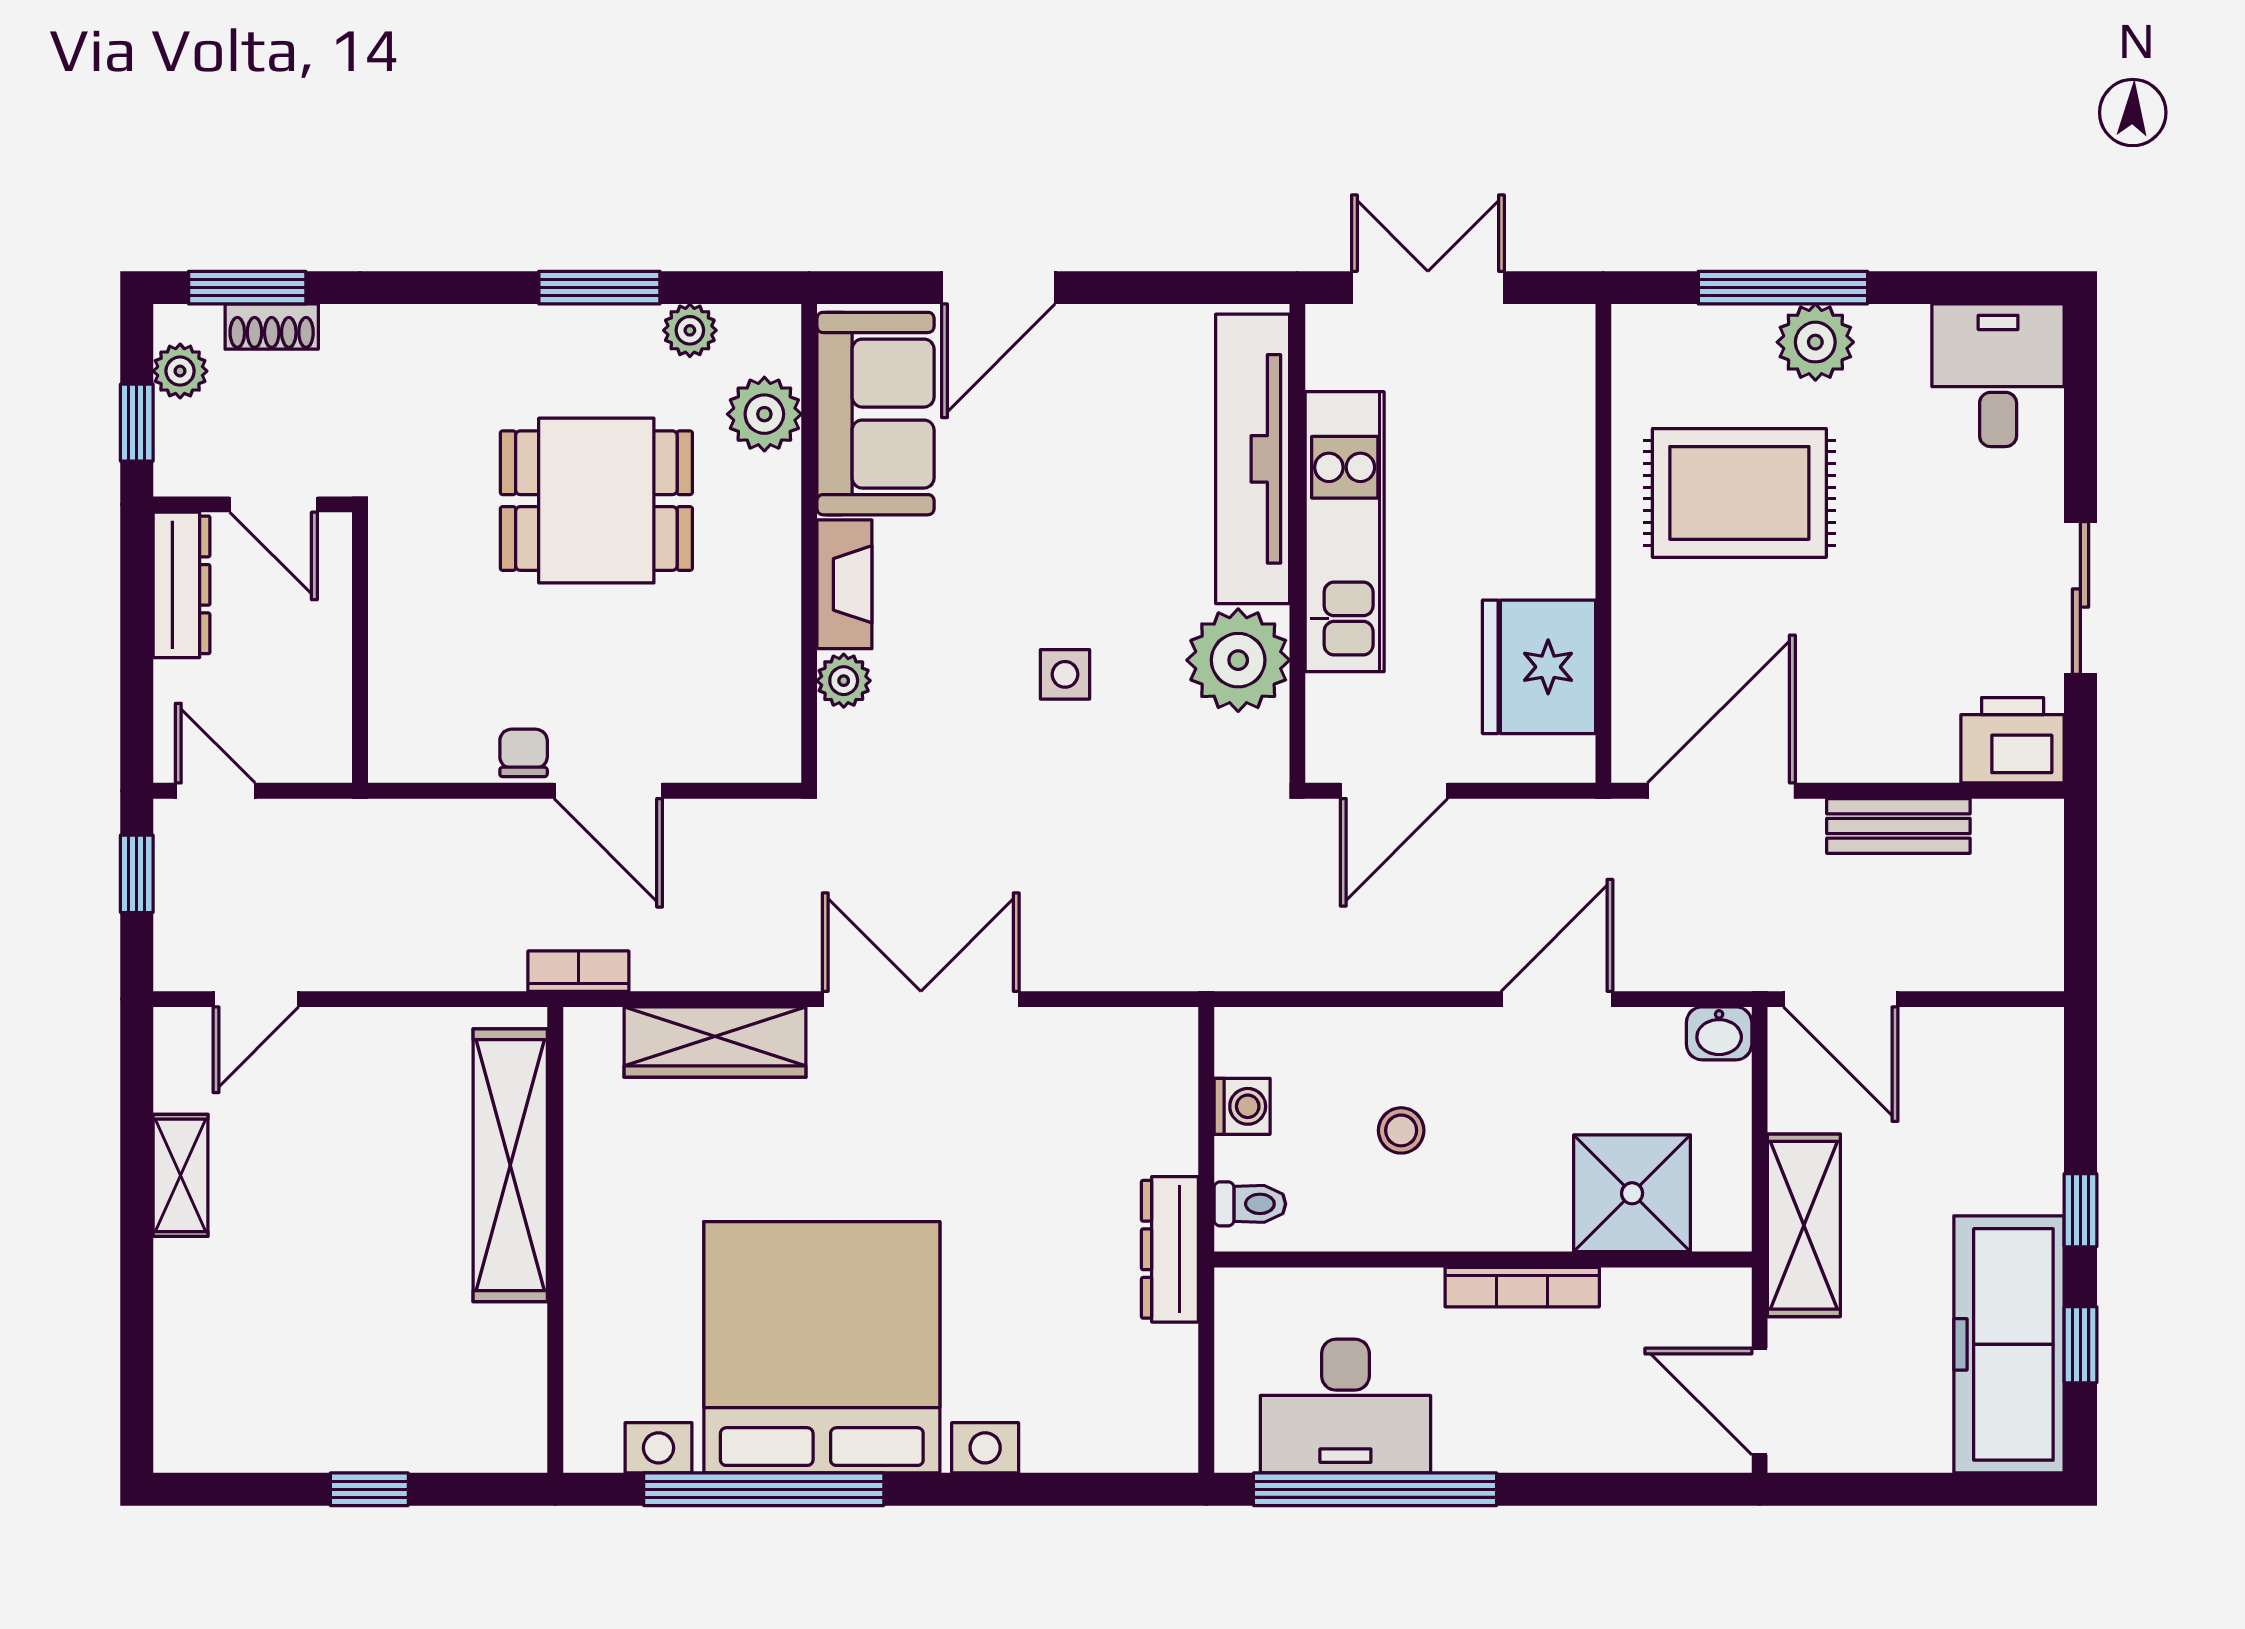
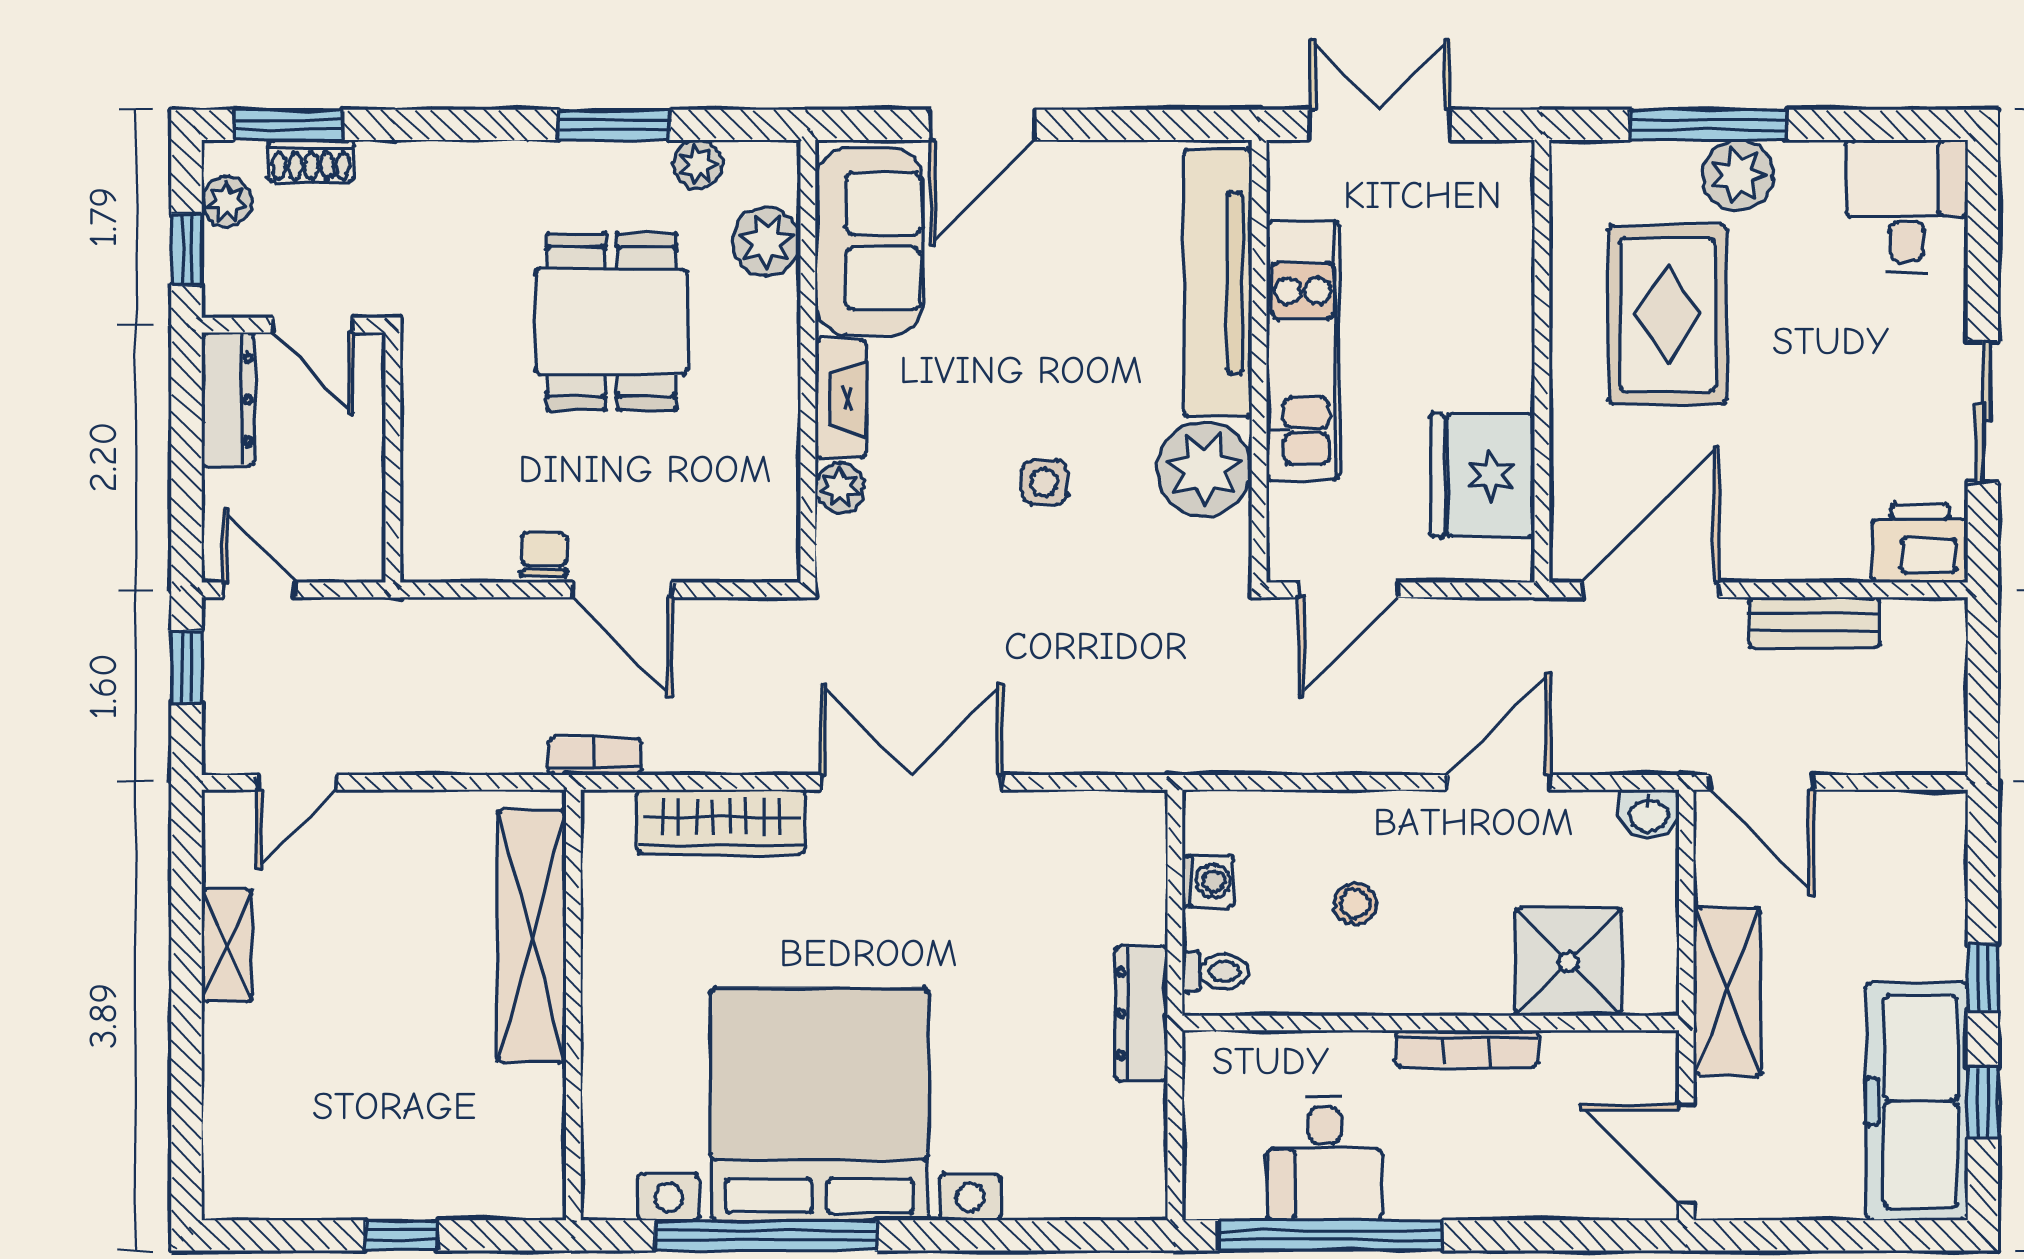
rug: (1739, 493) -> (1668, 315), turned 90
dining table: (596, 501) -> (611, 322), turned 90
desk: (1345, 1406) -> (1325, 1158), width x0.73

